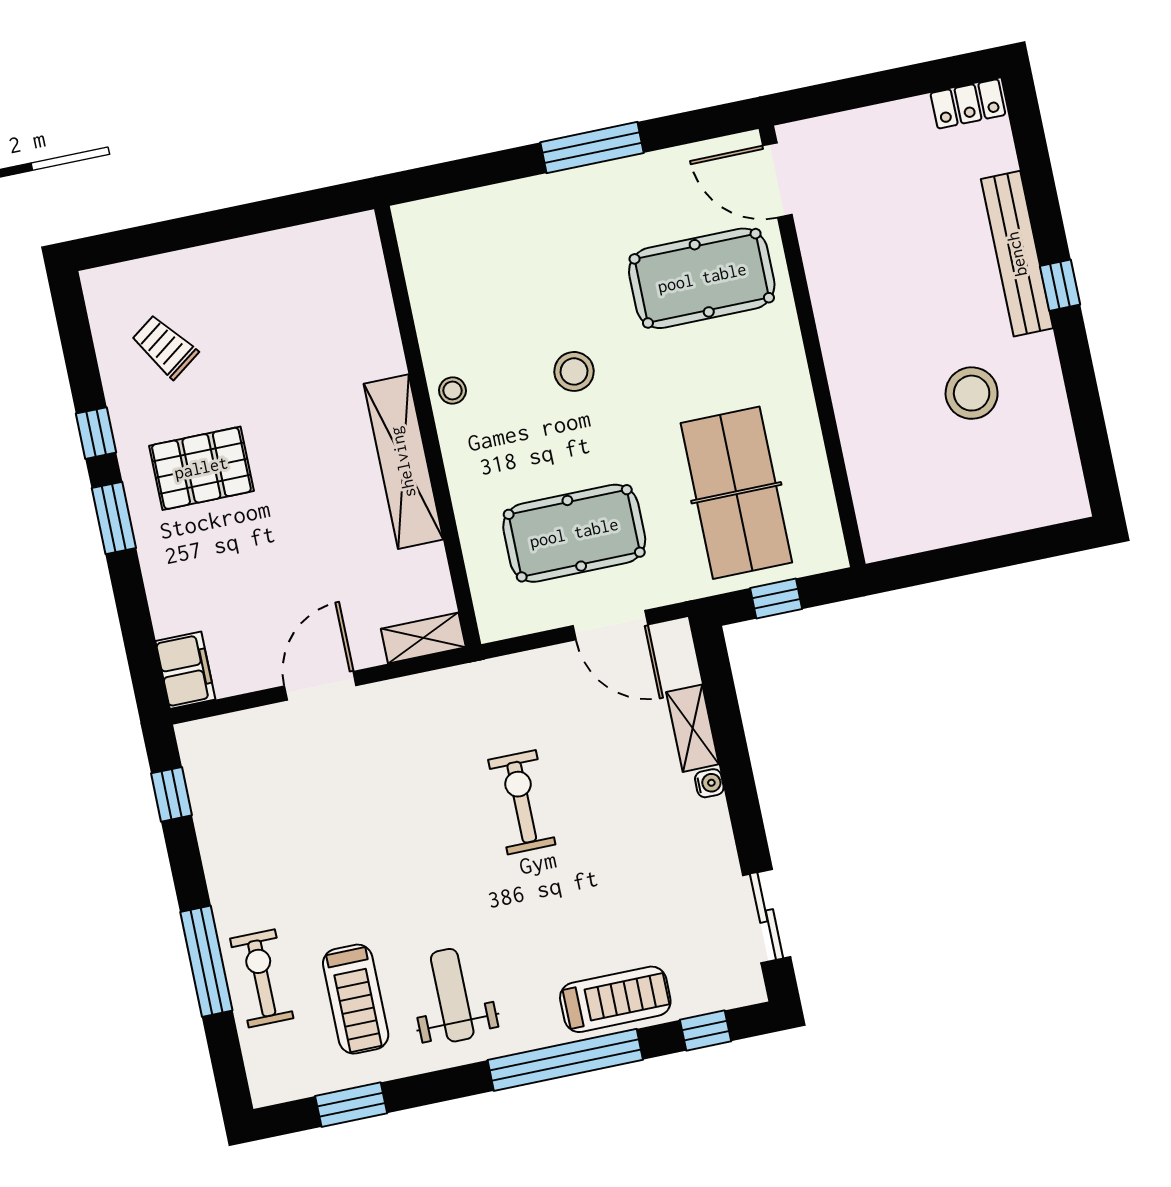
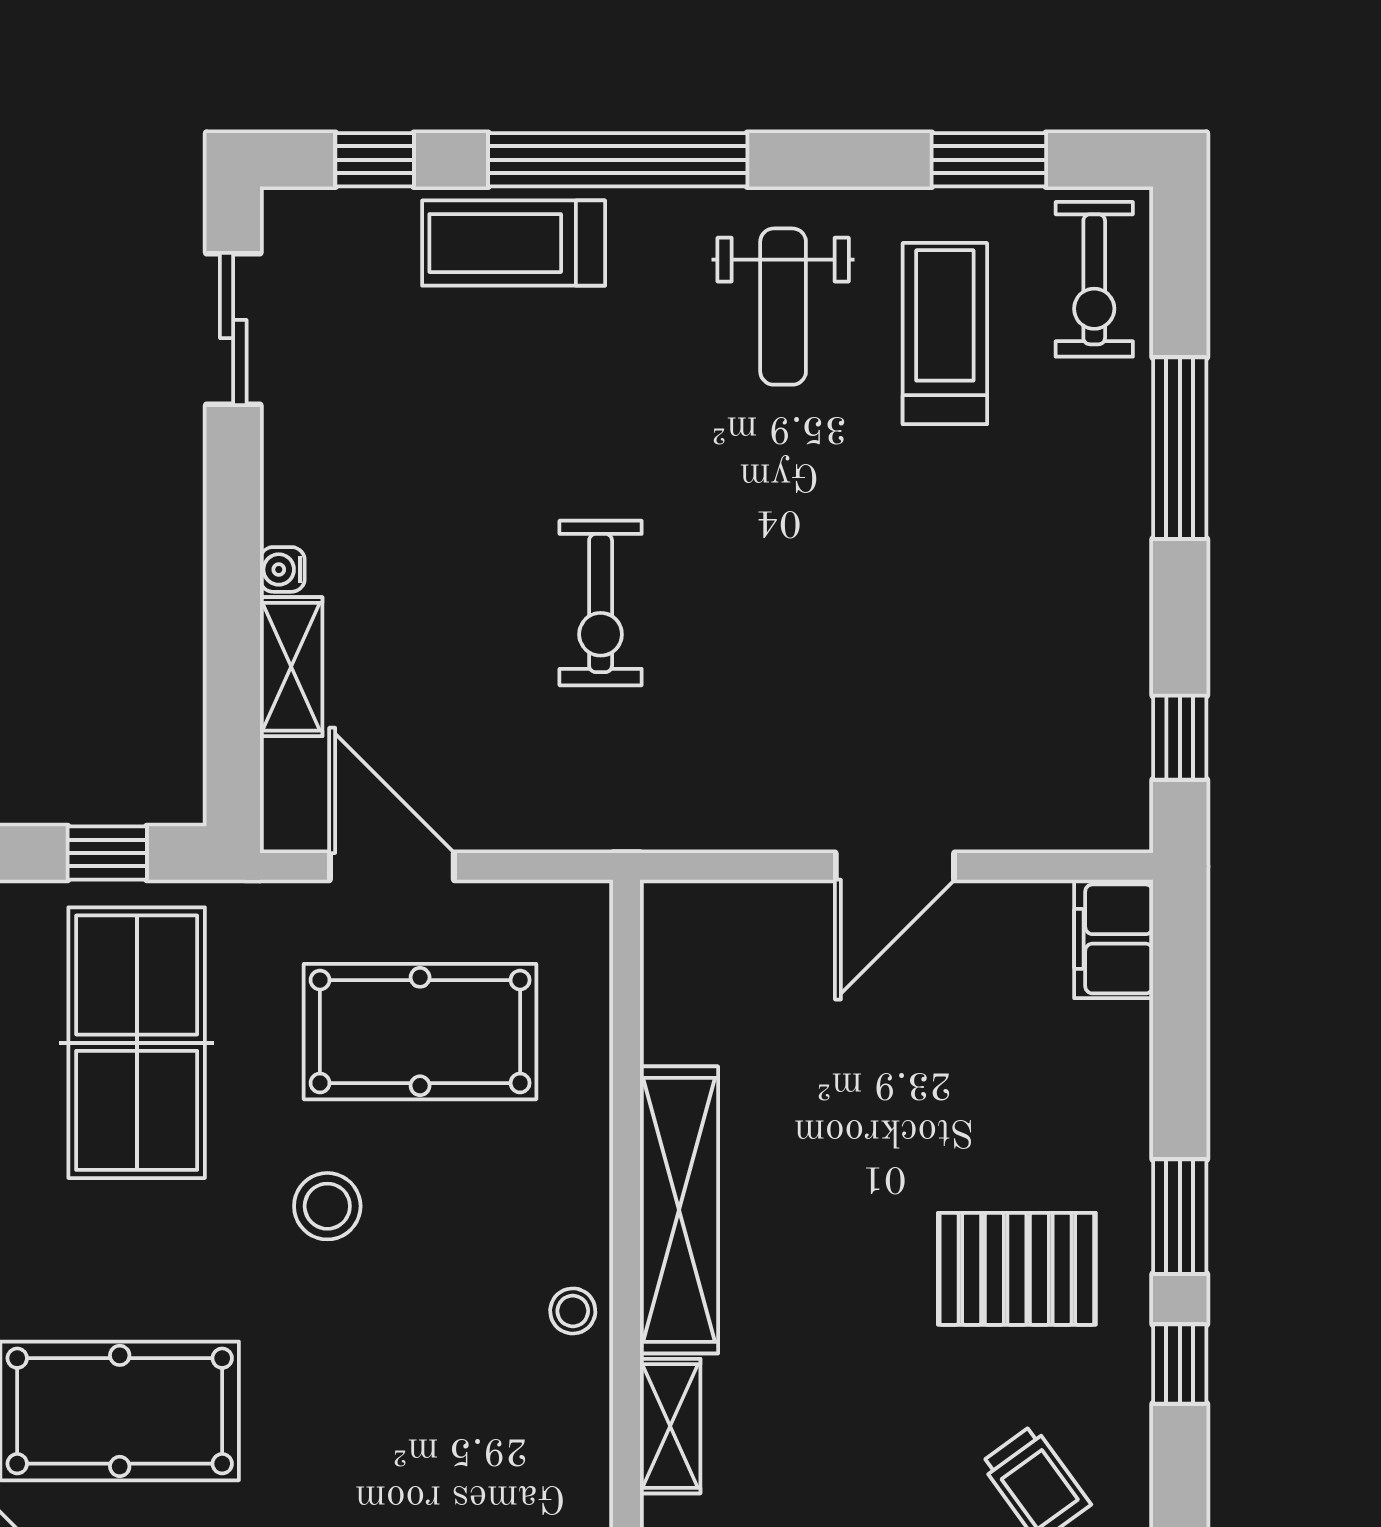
stool: (574, 371) -> (327, 1206), moved
shelving: (423, 638) -> (670, 1426), moved, turned 90
exercise bike: (262, 978) -> (1094, 279), moved

